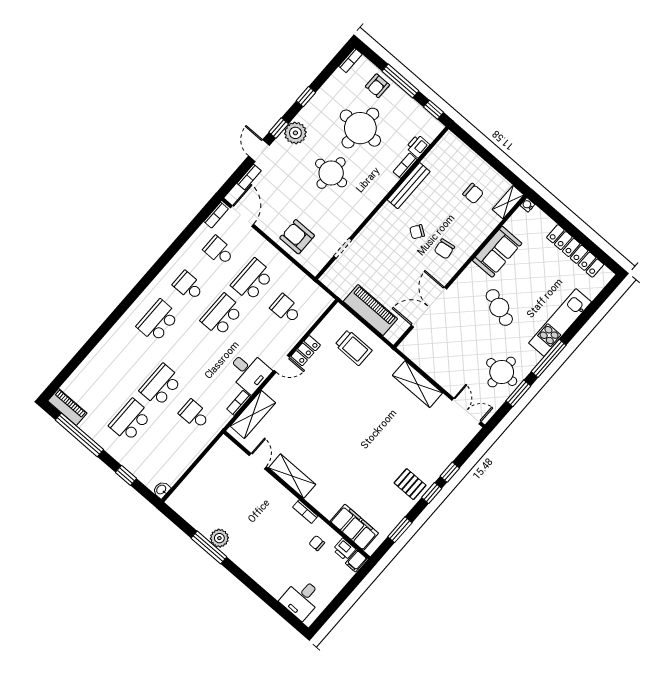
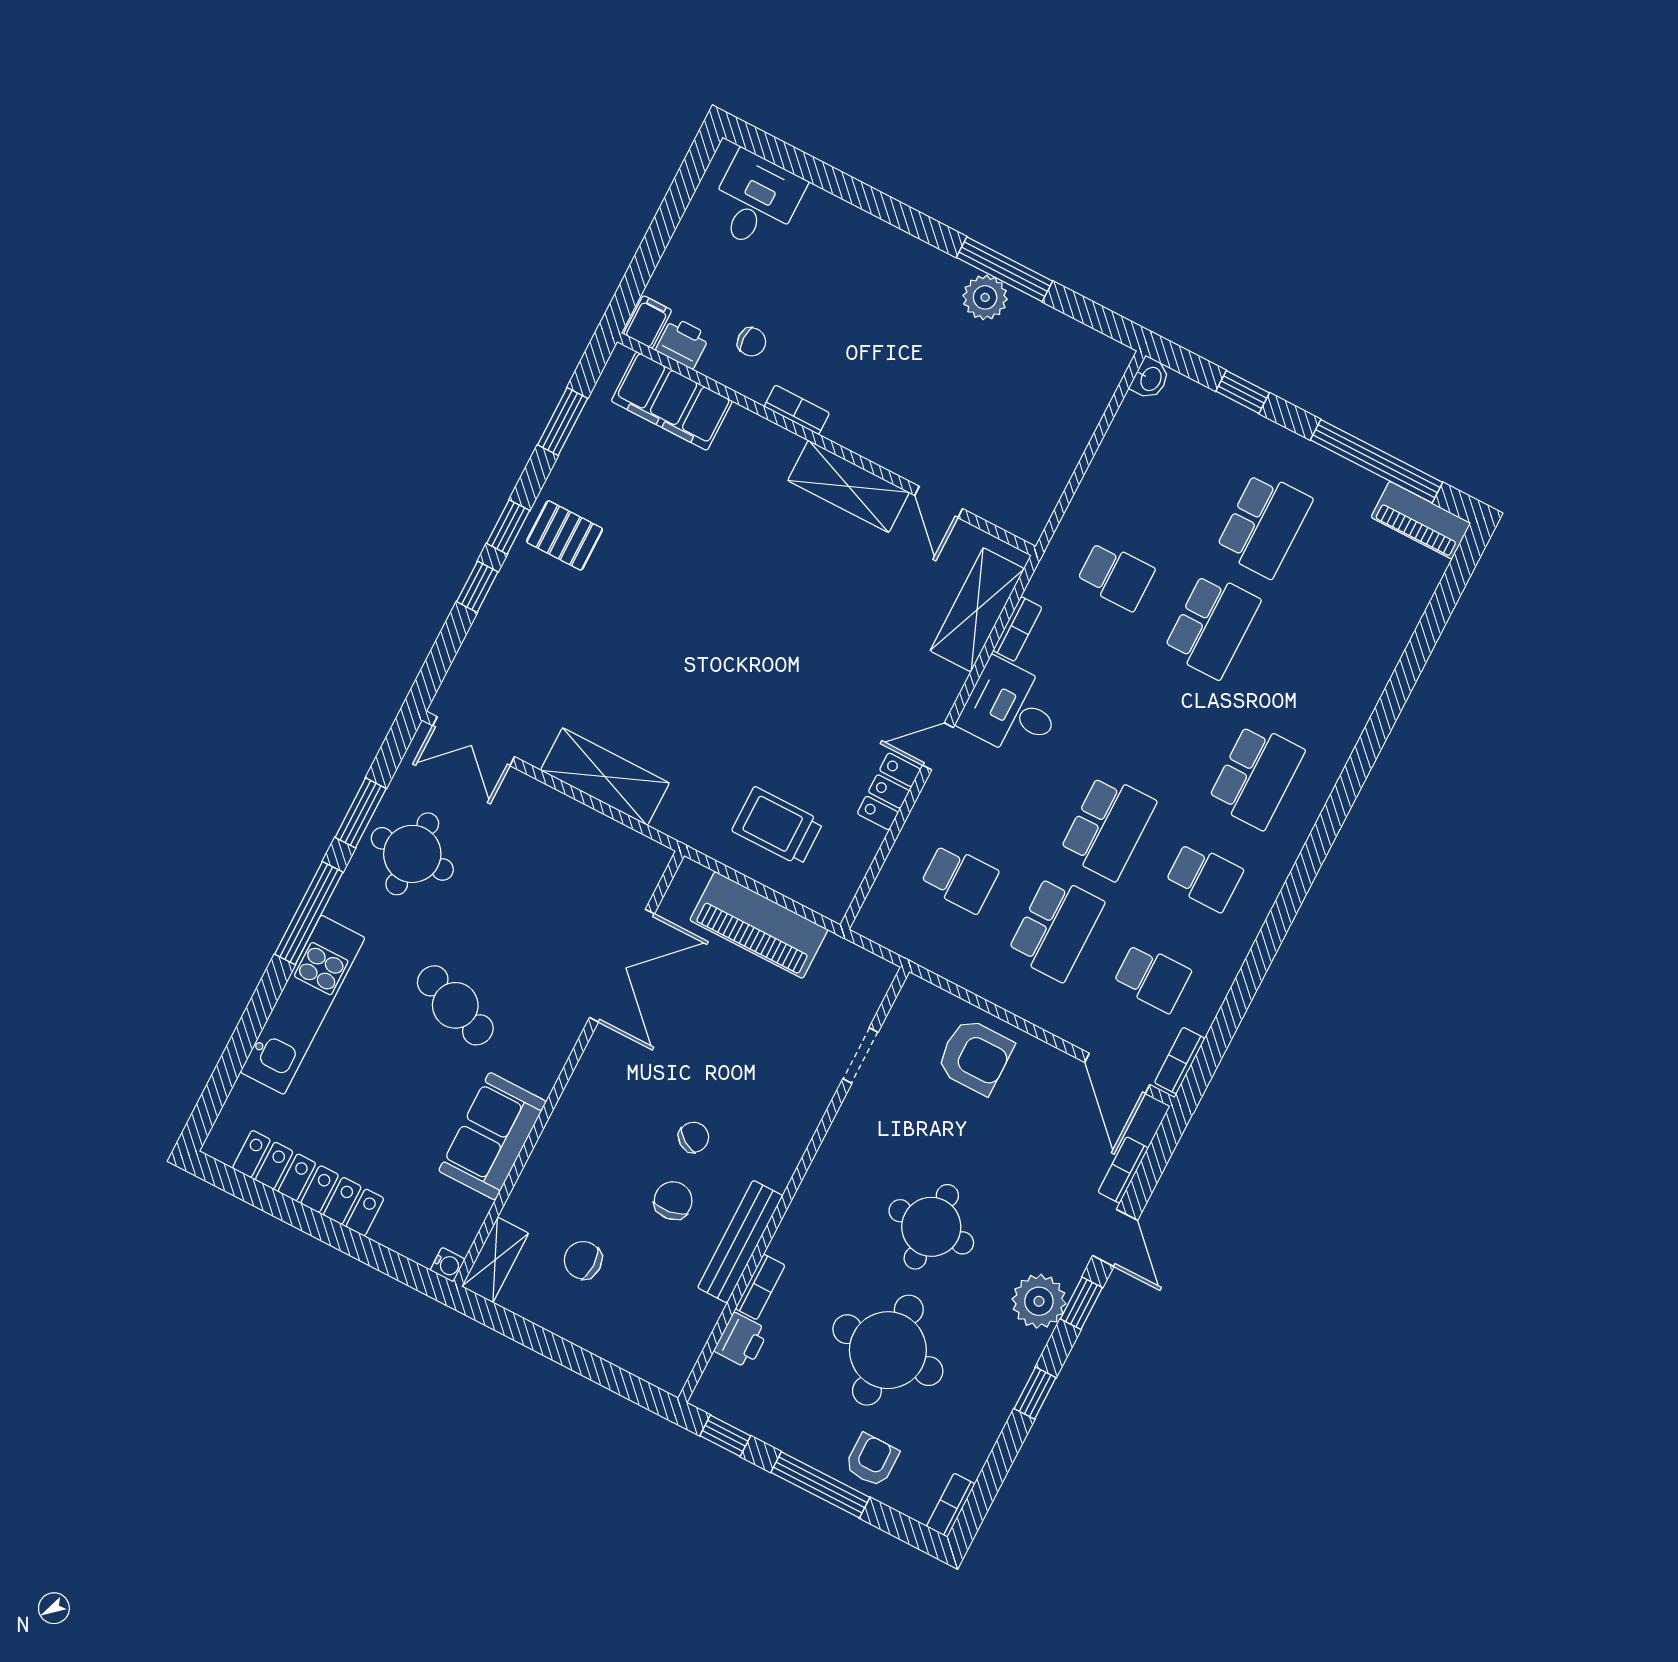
chair: (444, 249) -> (673, 1201), moved

